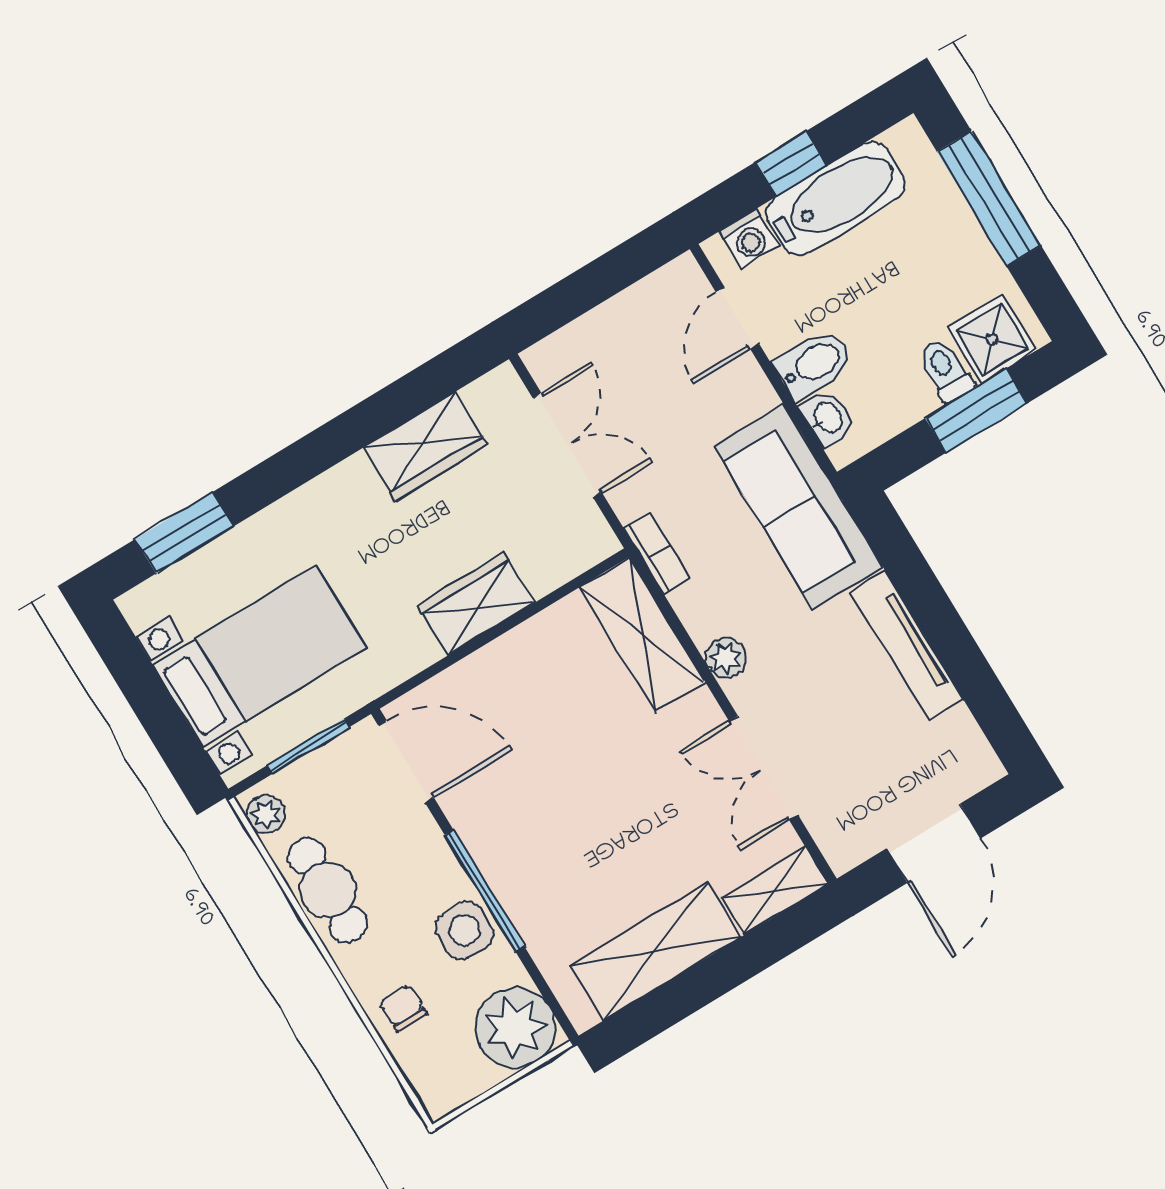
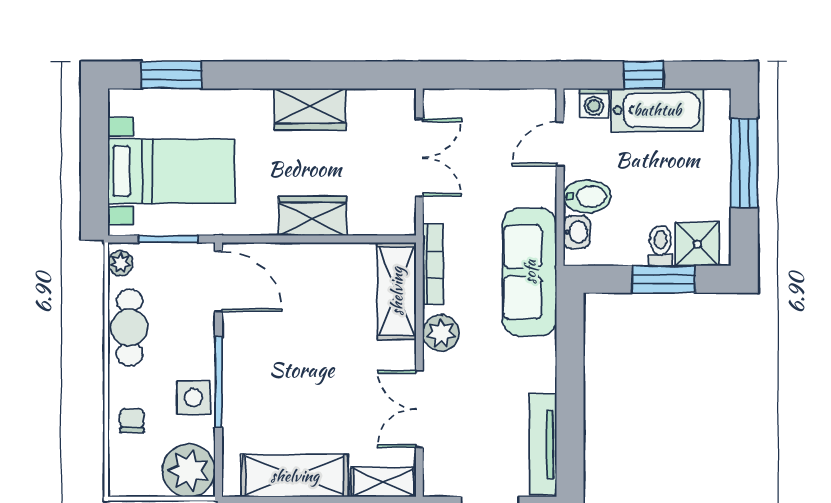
wardrobe: (425, 446) -> (310, 109), moved
bookcase: (657, 553) -> (433, 264), width x1.56
tv unit: (907, 646) -> (543, 444), moved
plant: (726, 658) -> (441, 333), width x1.38, depth x1.38

